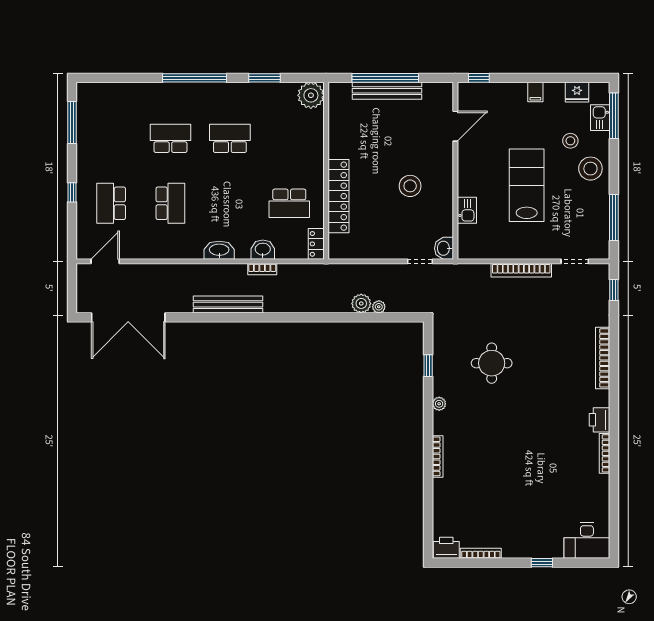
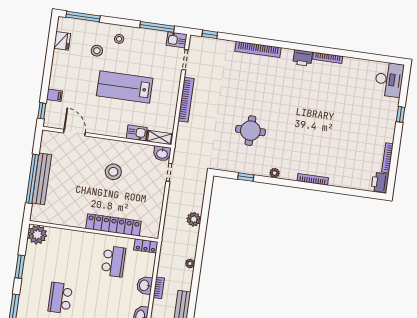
filing cabinet: (535, 92) -> (54, 95), moved
kitchen sink: (600, 118) -> (177, 40), moved
stool: (590, 169) -> (119, 39), width x0.53, depth x0.53
shelving: (465, 242) -> (160, 137), added
plant: (379, 307) -> (190, 264), moved

